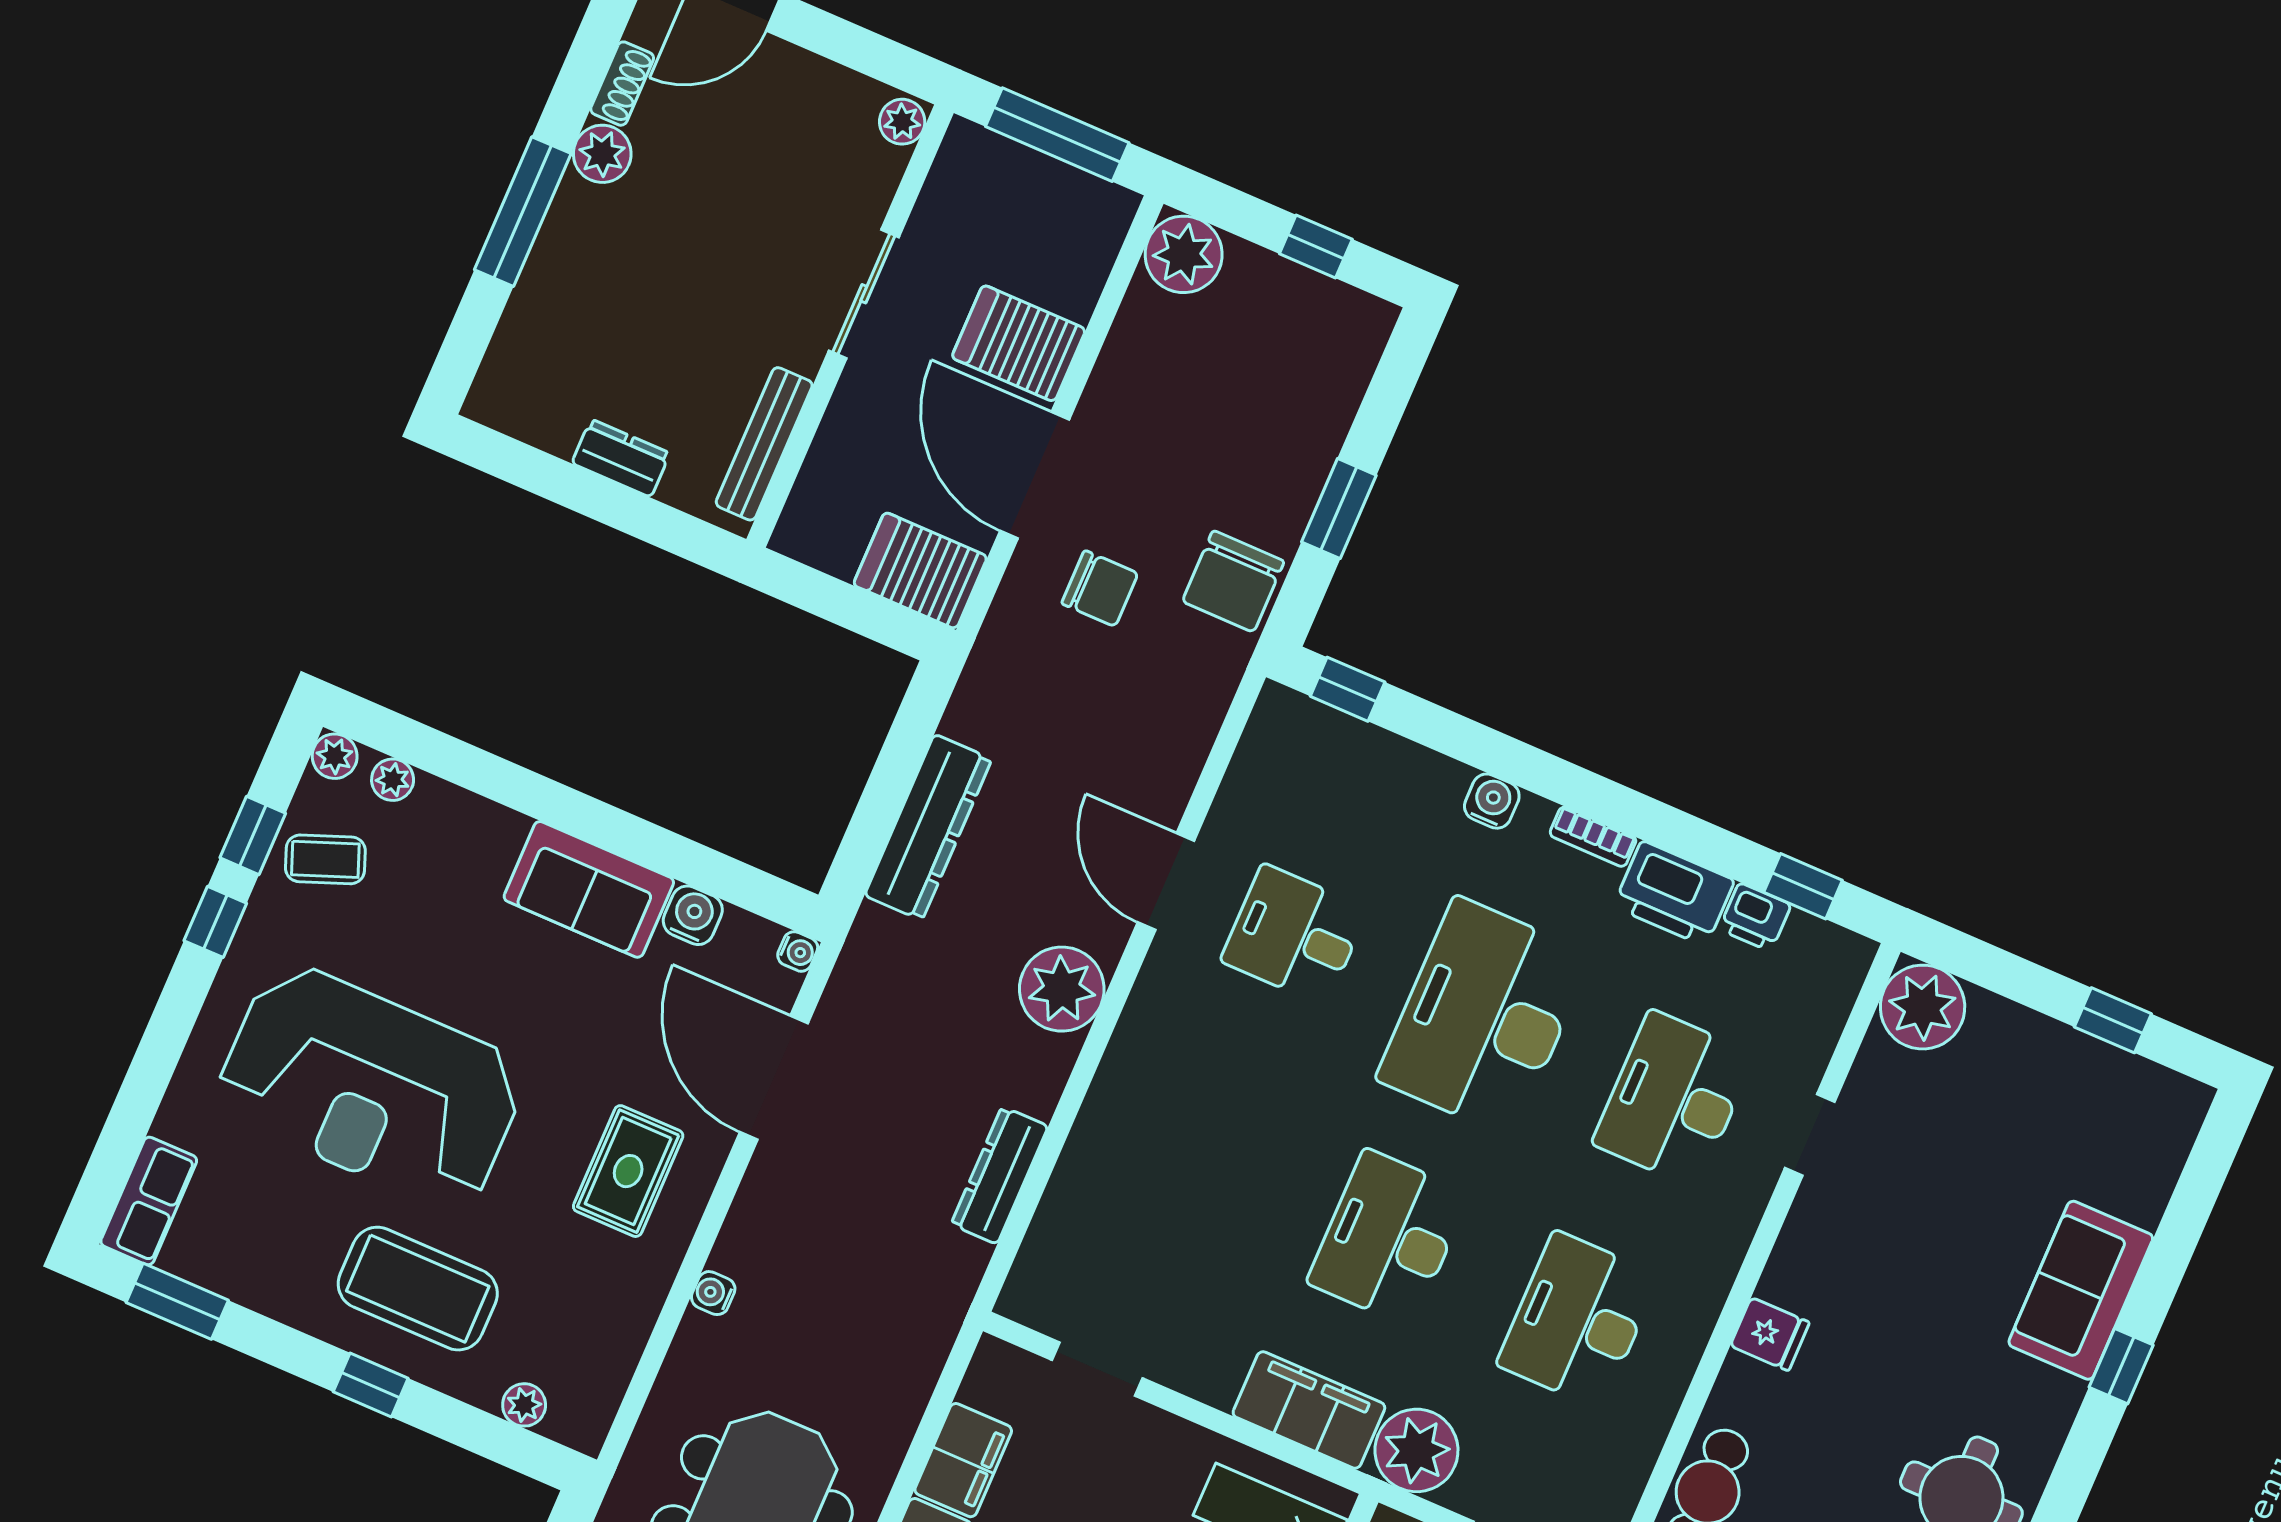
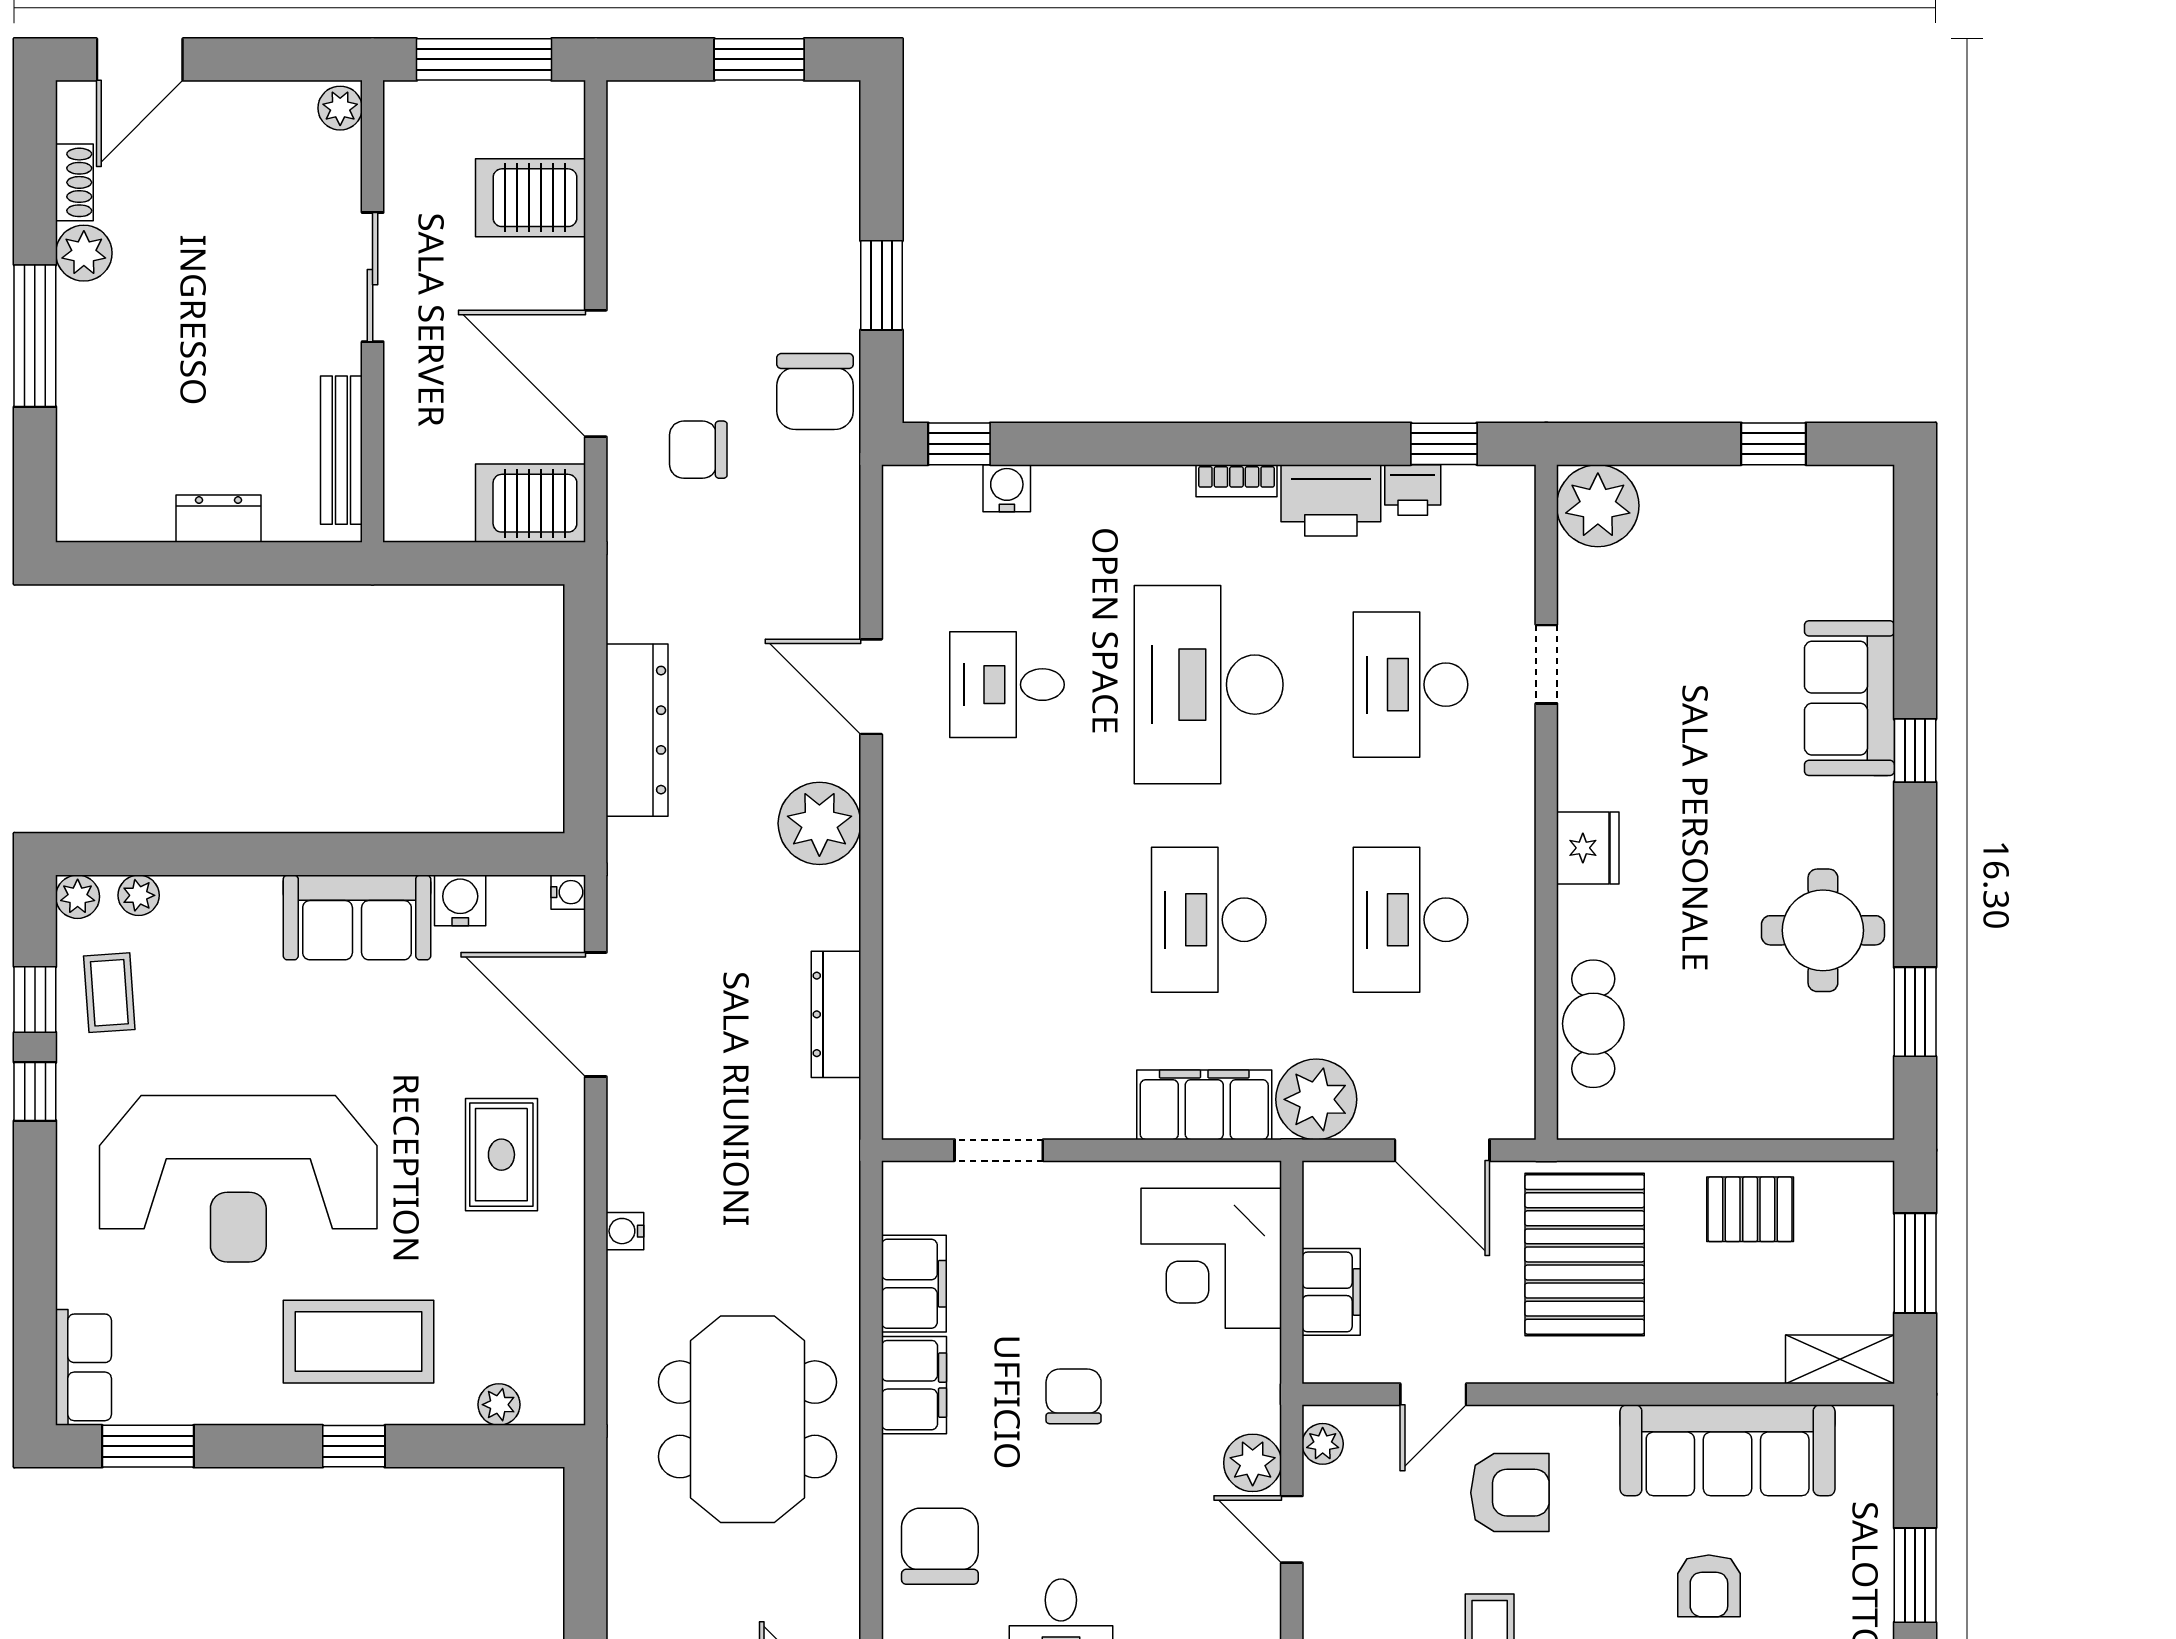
window: (1316, 247) -> (759, 59), width x1.50
plant: (1184, 254) -> (644, 118), removed
server rack: (1019, 343) -> (531, 198), moved
chair: (1100, 588) -> (698, 450), turned 180
water cooler: (1492, 801) -> (1007, 488), moved
coffee table: (325, 859) -> (109, 993), turned -73
fridge: (1770, 1334) -> (1588, 848), width x1.38

